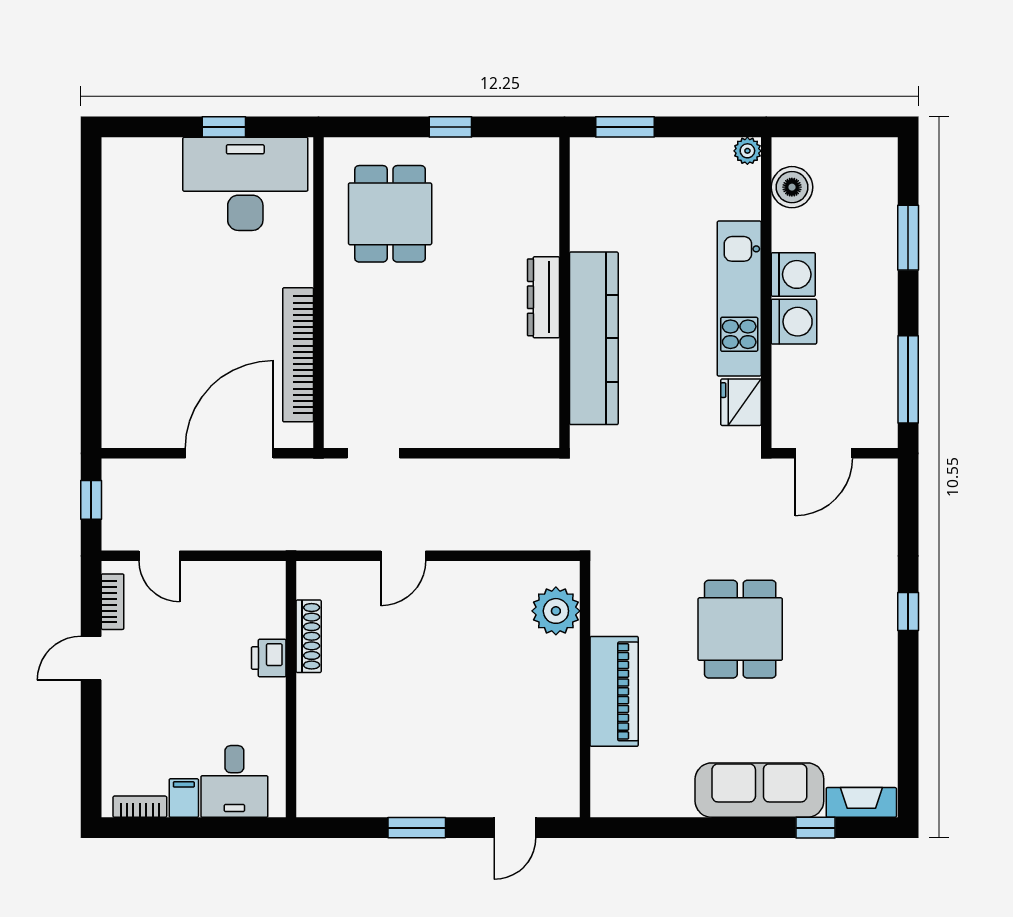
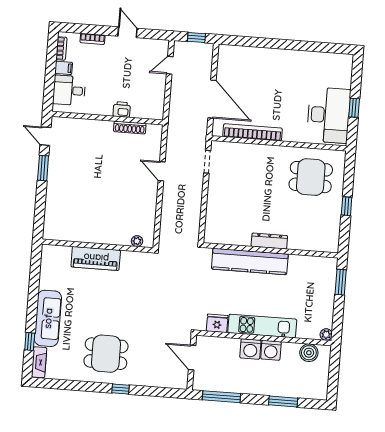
bookcase: (113, 602) -> (92, 39), moved
plant: (556, 611) -> (137, 241), width x0.53, depth x0.53
dining table: (740, 629) -> (106, 354), moved
door: (515, 828) -> (45, 136), moved

